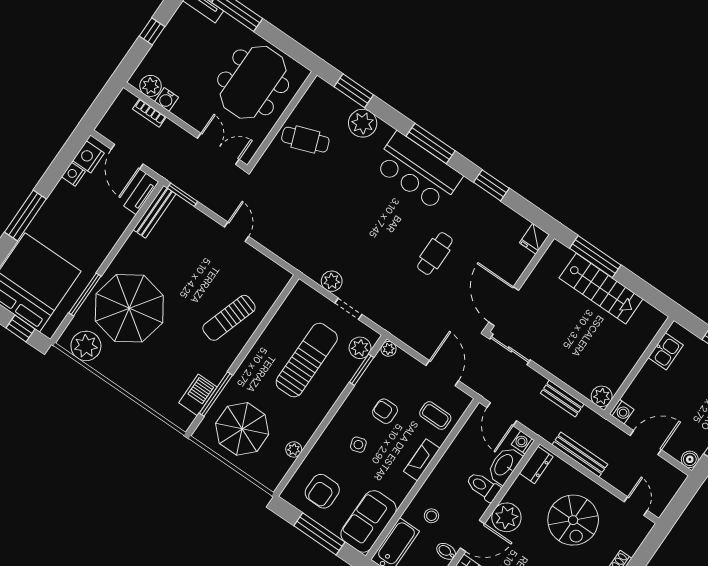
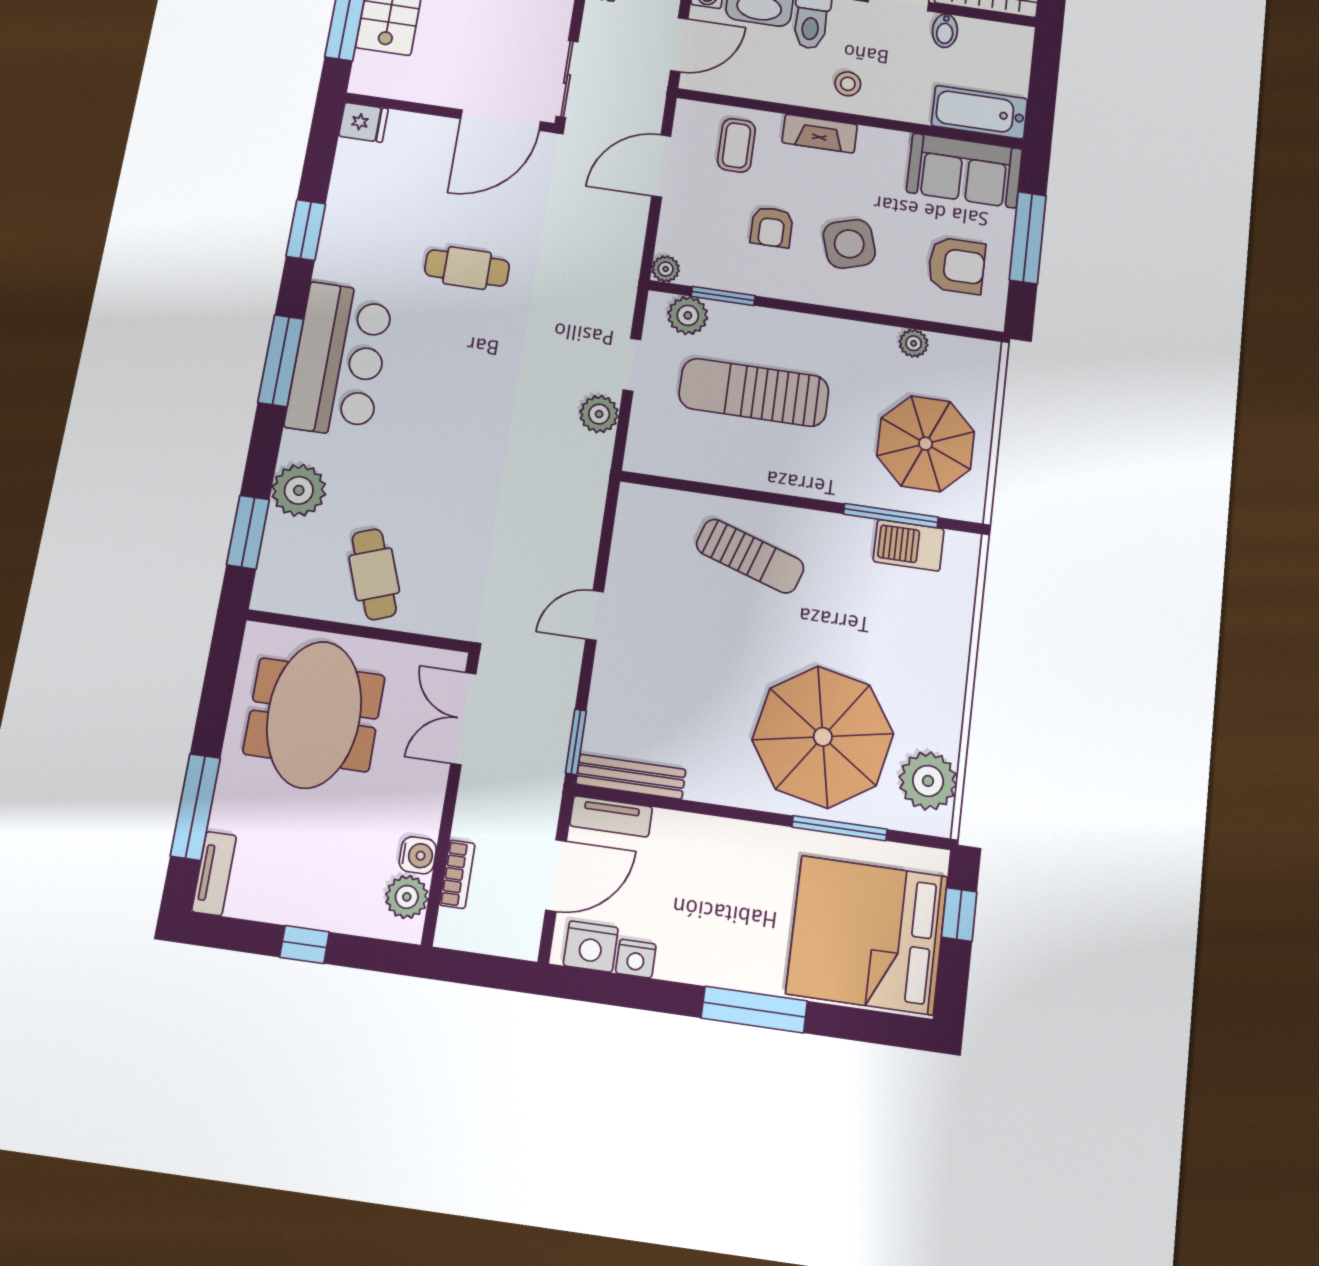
meeting table: (253, 82) -> (314, 715), turned 90
side table: (358, 445) -> (849, 244), width x1.87, depth x1.87
stool: (432, 516) -> (848, 84), moved

